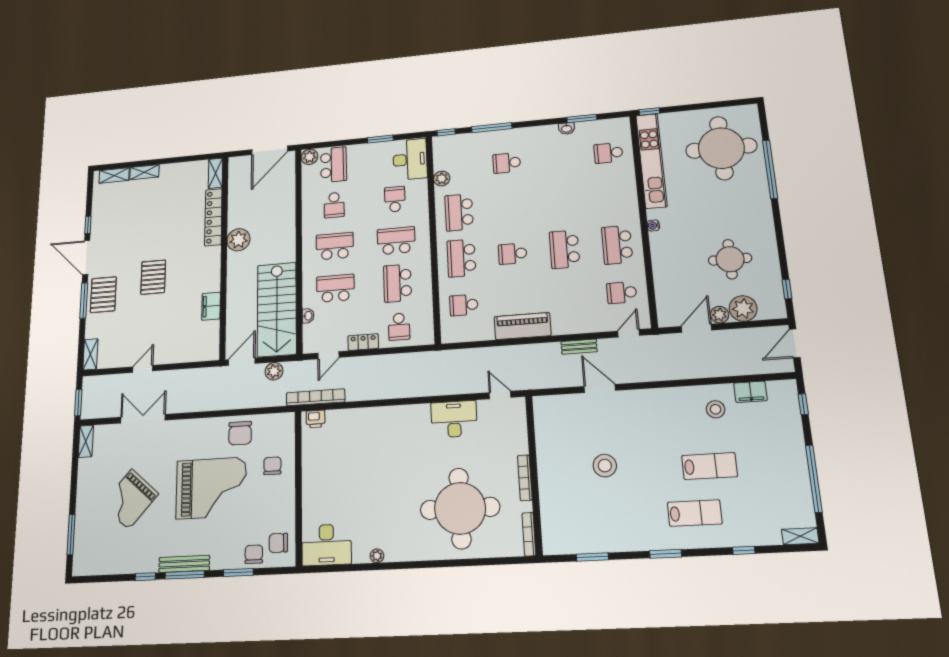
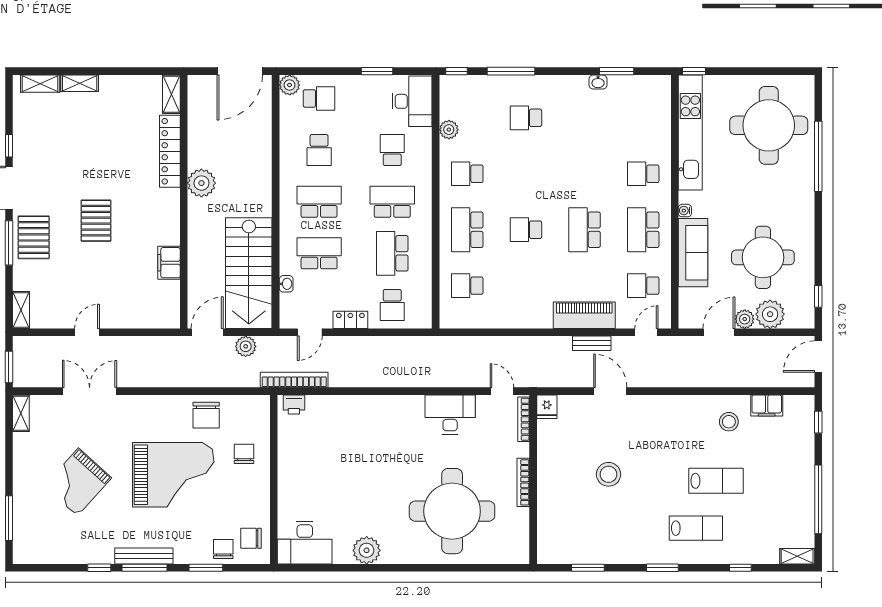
school desk: (608, 153) -> (643, 174), moved
school desk: (334, 165) -> (319, 98), width x0.54
school desk: (459, 212) -> (467, 174), width x0.54
round table: (730, 259) -> (763, 257), width x1.36, depth x1.36
sofa: (665, 261) -> (693, 253), added
piano: (523, 326) -> (584, 315), moved
fridge: (542, 406) -> (547, 407), added
bookcase: (529, 534) -> (524, 419), moved
plant: (377, 556) -> (367, 550), width x1.88, depth x1.88

